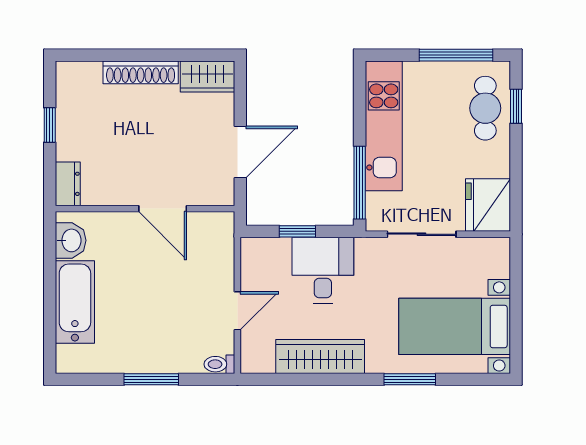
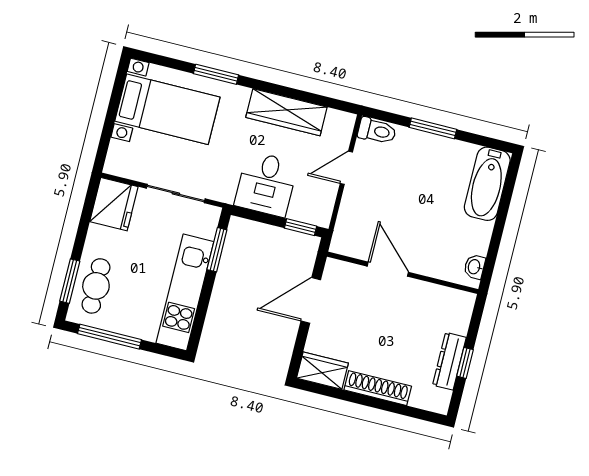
window: (516, 106) -> (70, 281), width x1.50
window: (360, 183) -> (217, 250), width x0.69
dresser: (68, 184) -> (449, 361), moved, width x1.44
window: (297, 231) -> (301, 227), moved
washbasin: (71, 240) -> (475, 267), width x0.72, depth x0.69
bathtub: (75, 302) -> (487, 184), moved
toilet: (219, 364) -> (377, 131), width x1.37, depth x1.39

